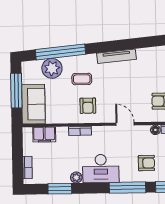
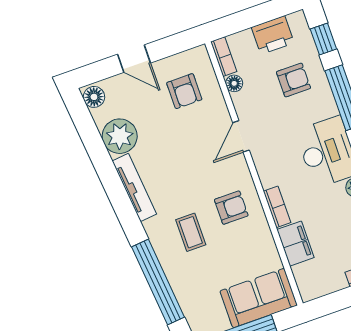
plant: (52, 68) -> (120, 136), moved
filing cabinet: (44, 135) -> (295, 244), moved
armchair: (146, 163) -> (293, 80), turned 90

